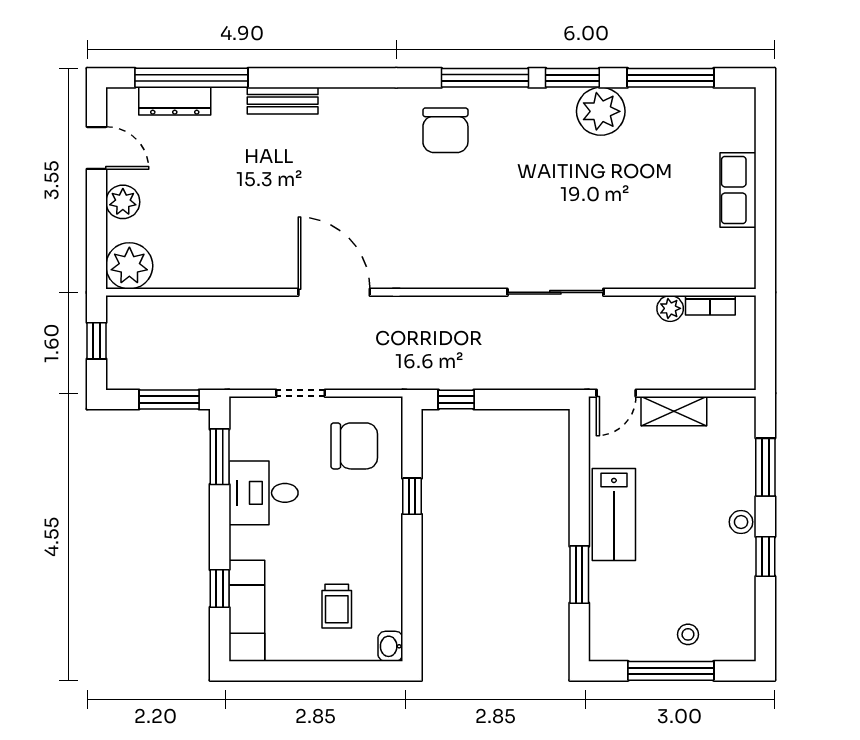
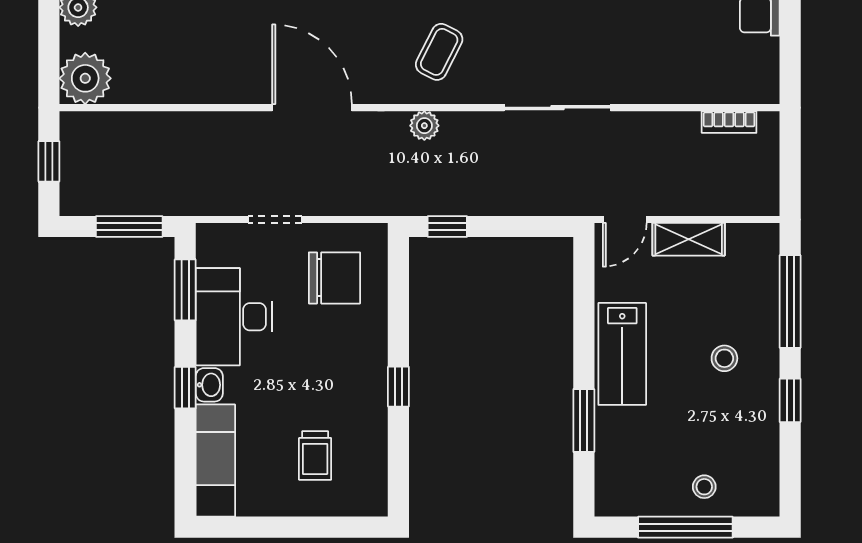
coffee table: (449, 242) -> (439, 52), added
plant: (670, 308) -> (424, 126), moved
window: (765, 467) -> (790, 301), width x1.44
desk: (263, 493) -> (234, 317), width x1.37
window: (412, 496) -> (398, 387), moved
stool: (741, 522) -> (724, 358), moved
window: (220, 588) -> (185, 388), moved
washbasin: (390, 646) -> (209, 385), moved, turned 180

